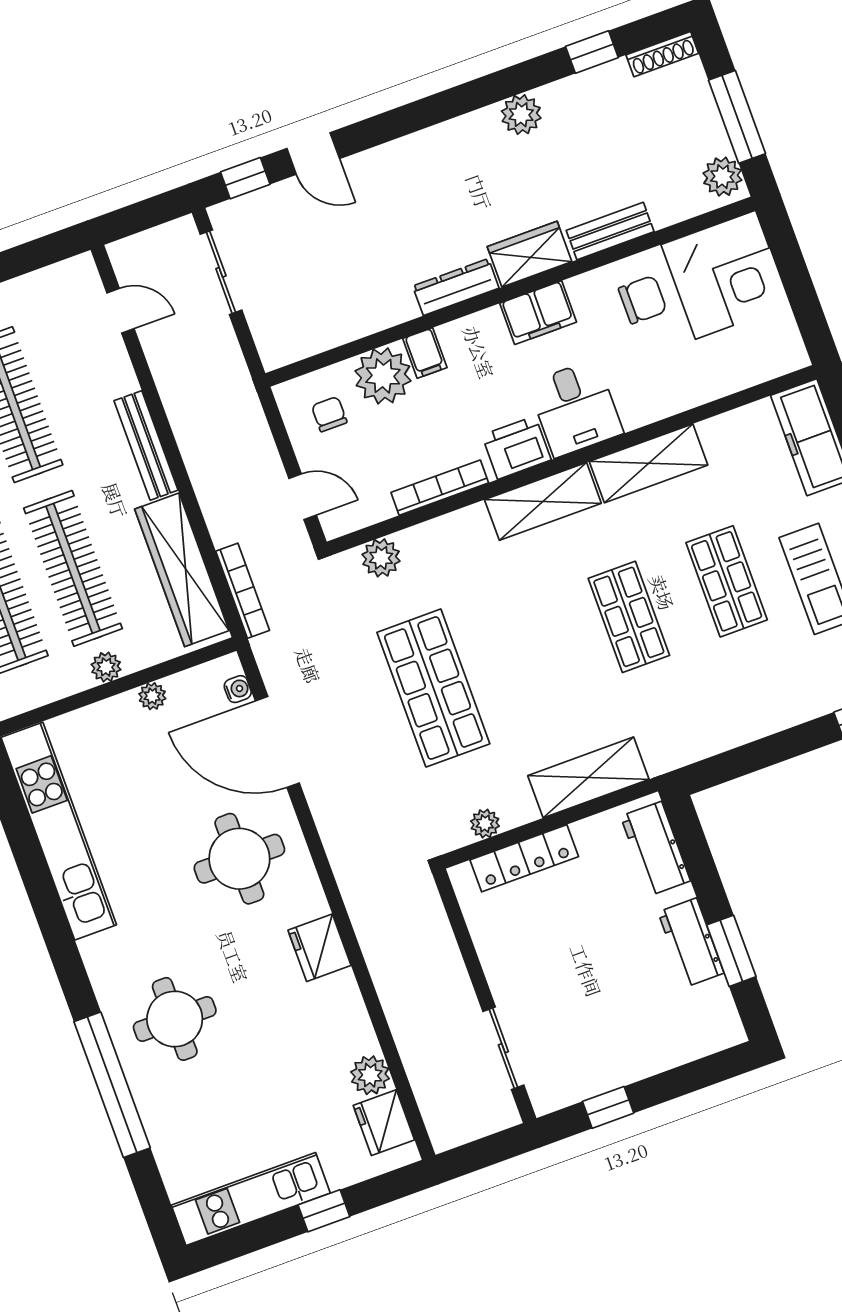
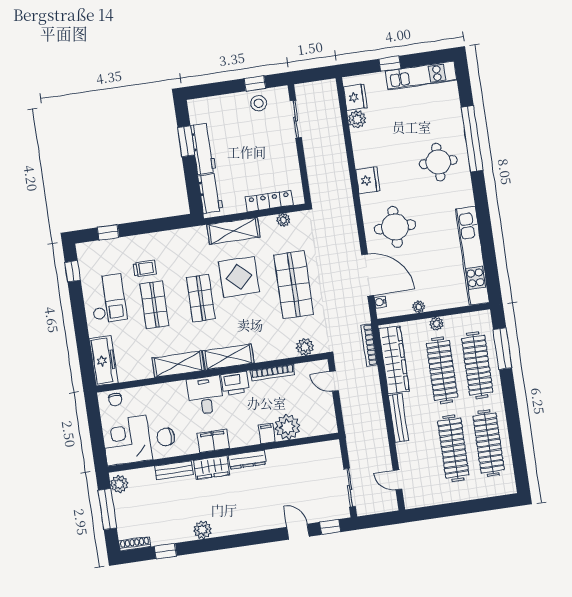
chair: (329, 414) -> (115, 399), moved
trolley: (764, 656) -> (145, 268), added
display table: (556, 680) -> (239, 277), added
workbench: (691, 943) -> (203, 149), width x1.38
stool: (591, 1066) -> (259, 103), added

